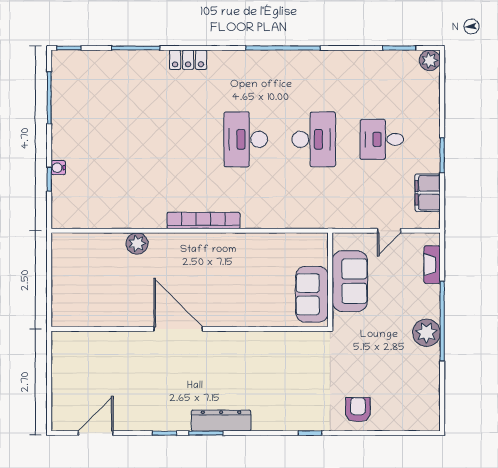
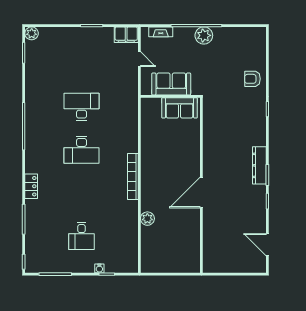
desk: (382, 139) -> (82, 236), moved
filing cabinet: (428, 193) -> (126, 35), moved

